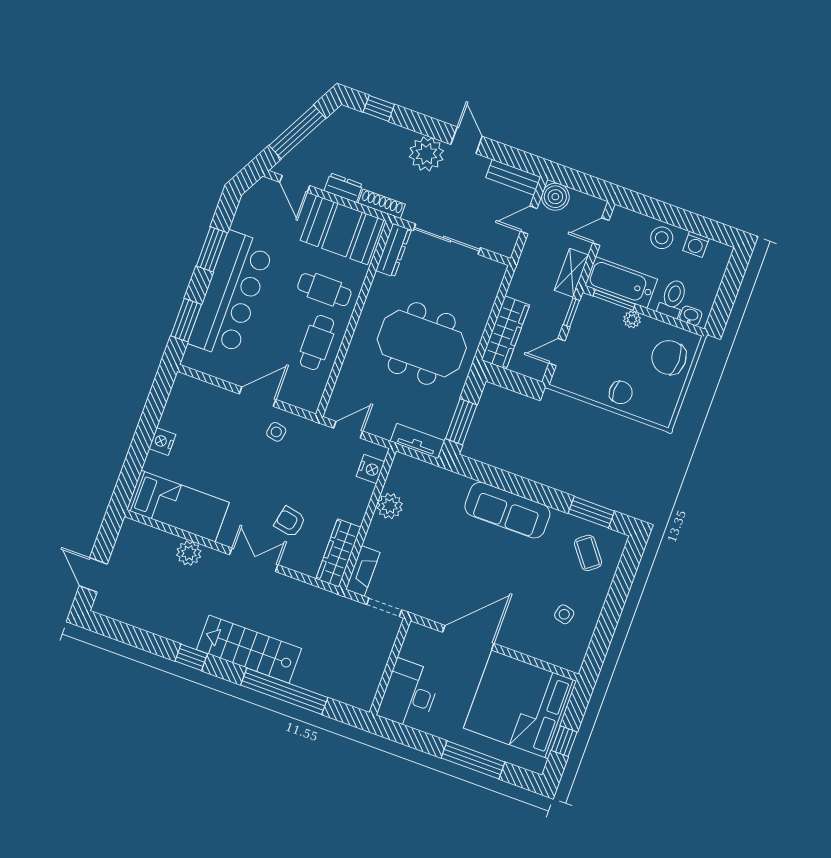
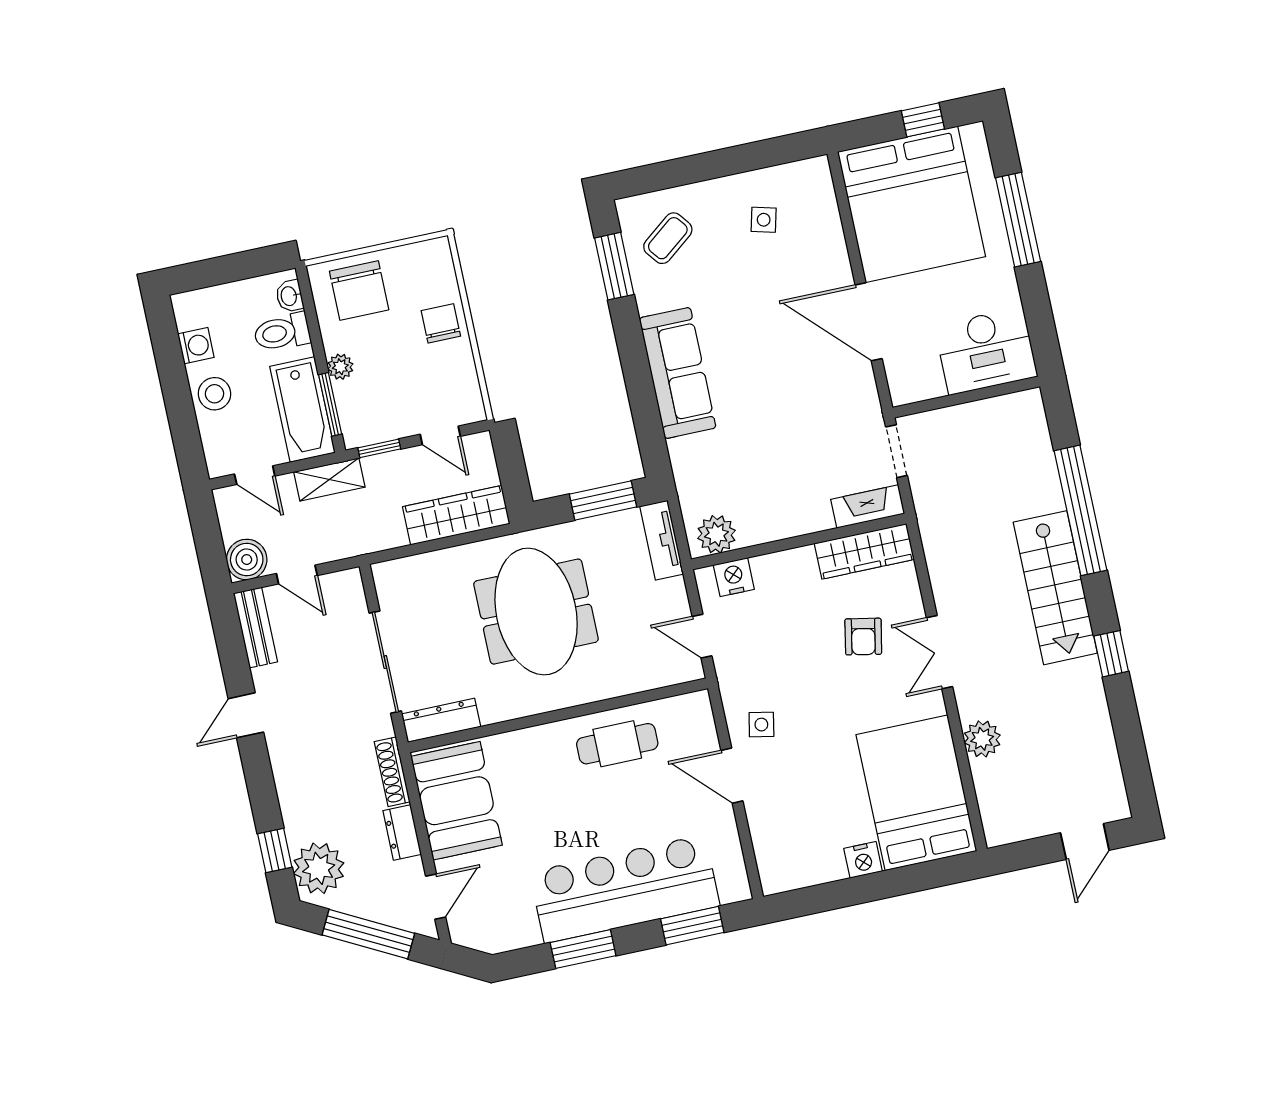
plant: (426, 154) -> (319, 868), moved
cafe table: (324, 290) -> (545, 776), removed
bed: (178, 506) -> (916, 793), width x1.50
plant: (390, 506) -> (716, 534), moved

